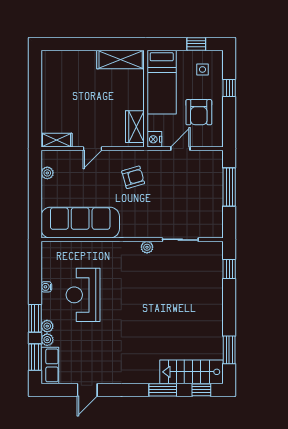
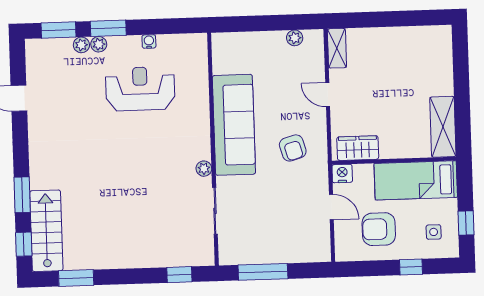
window: (229, 187) -> (263, 272), moved
sofa: (80, 223) -> (234, 125), moved
row of seats: (50, 365) -> (49, 49), removed

